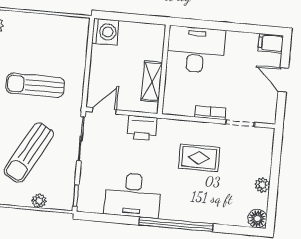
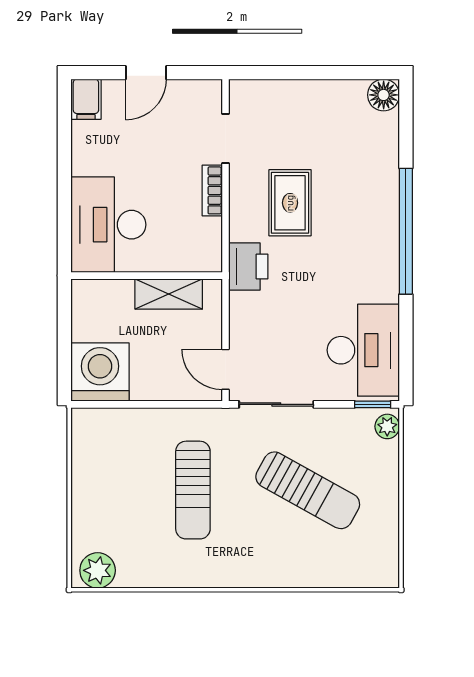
washing machine: (105, 32) -> (100, 372), width x1.37, depth x1.37
printer: (142, 128) -> (248, 266), moved
plant: (262, 185) -> (326, 92), removed
desk: (133, 195) -> (363, 350), moved
plant: (39, 201) -> (387, 426), moved

